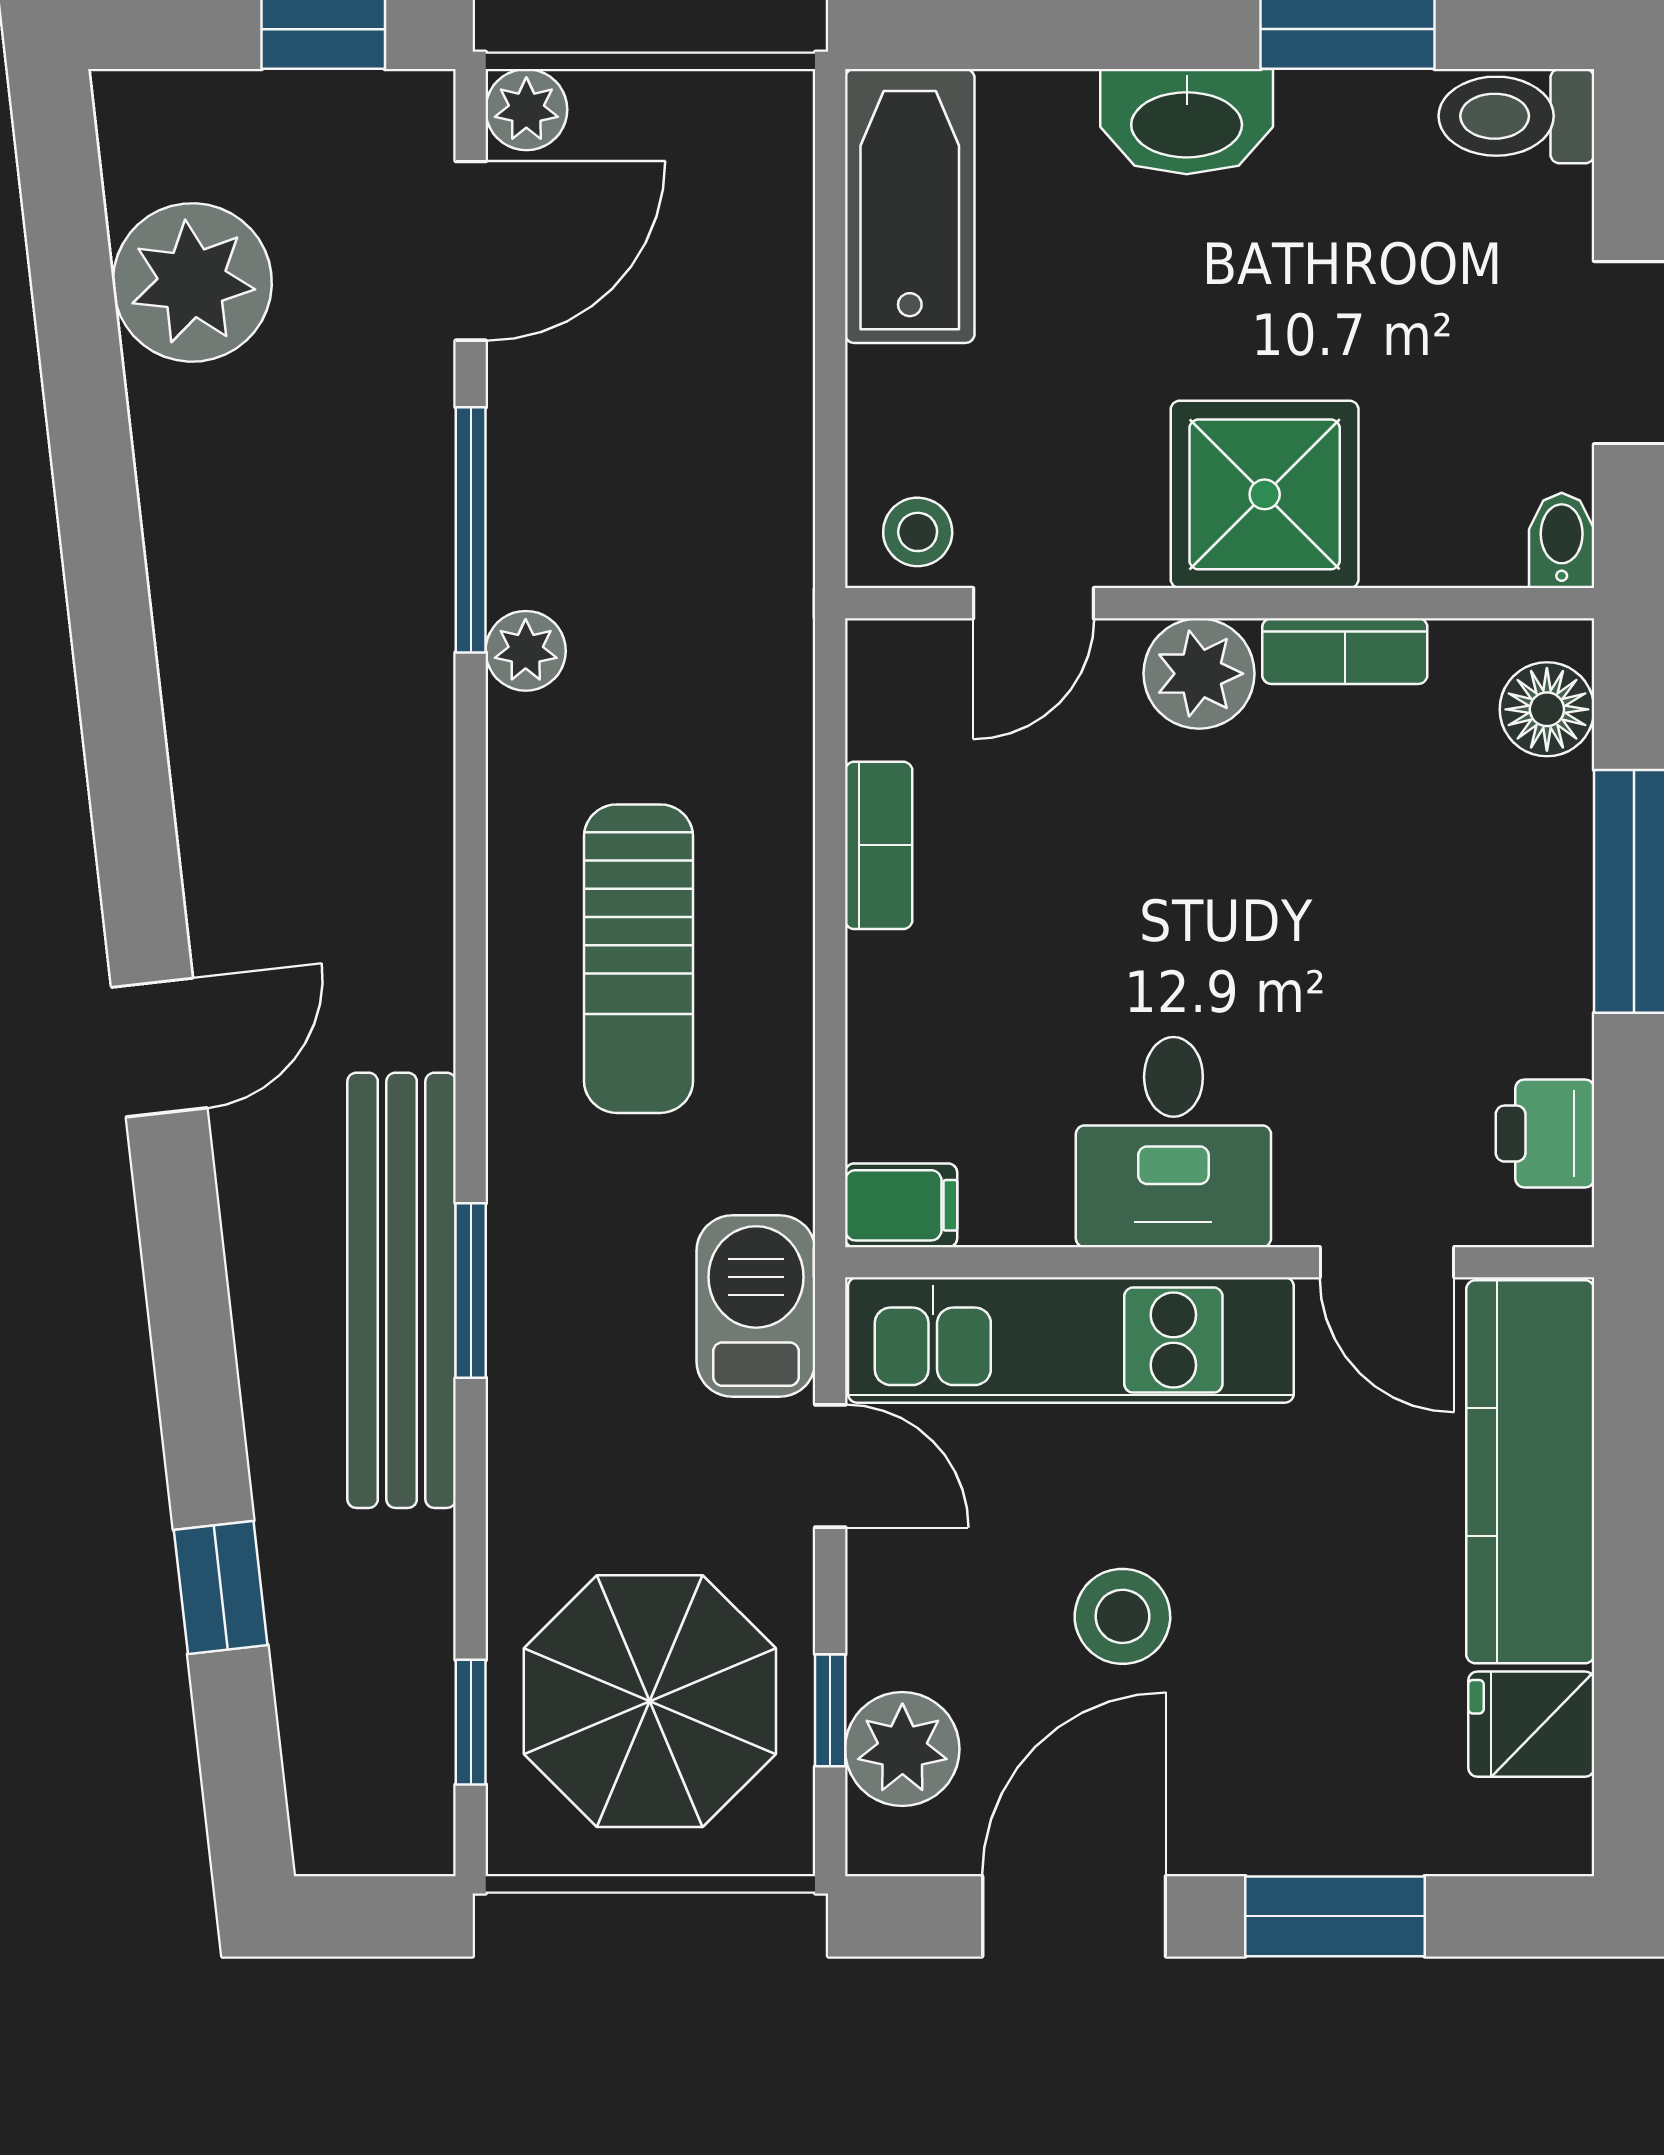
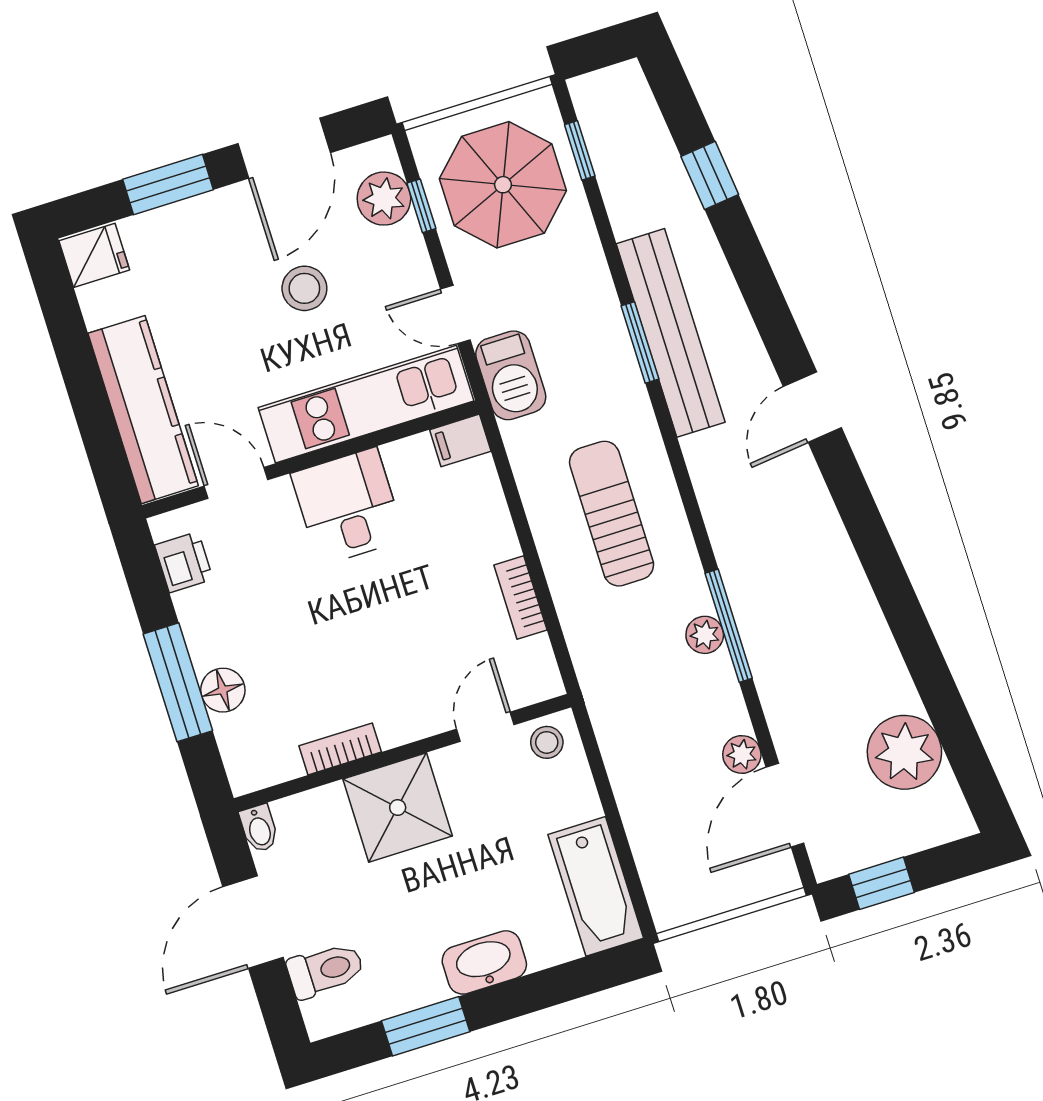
plant: (526, 110) -> (742, 754), moved
toilet: (1516, 116) -> (326, 970), moved
window: (471, 530) -> (729, 626), moved
plant: (1199, 674) -> (402, 719), removed
floor lamp: (1547, 709) -> (223, 690), moved
fridge: (1531, 1724) -> (94, 255), moved

